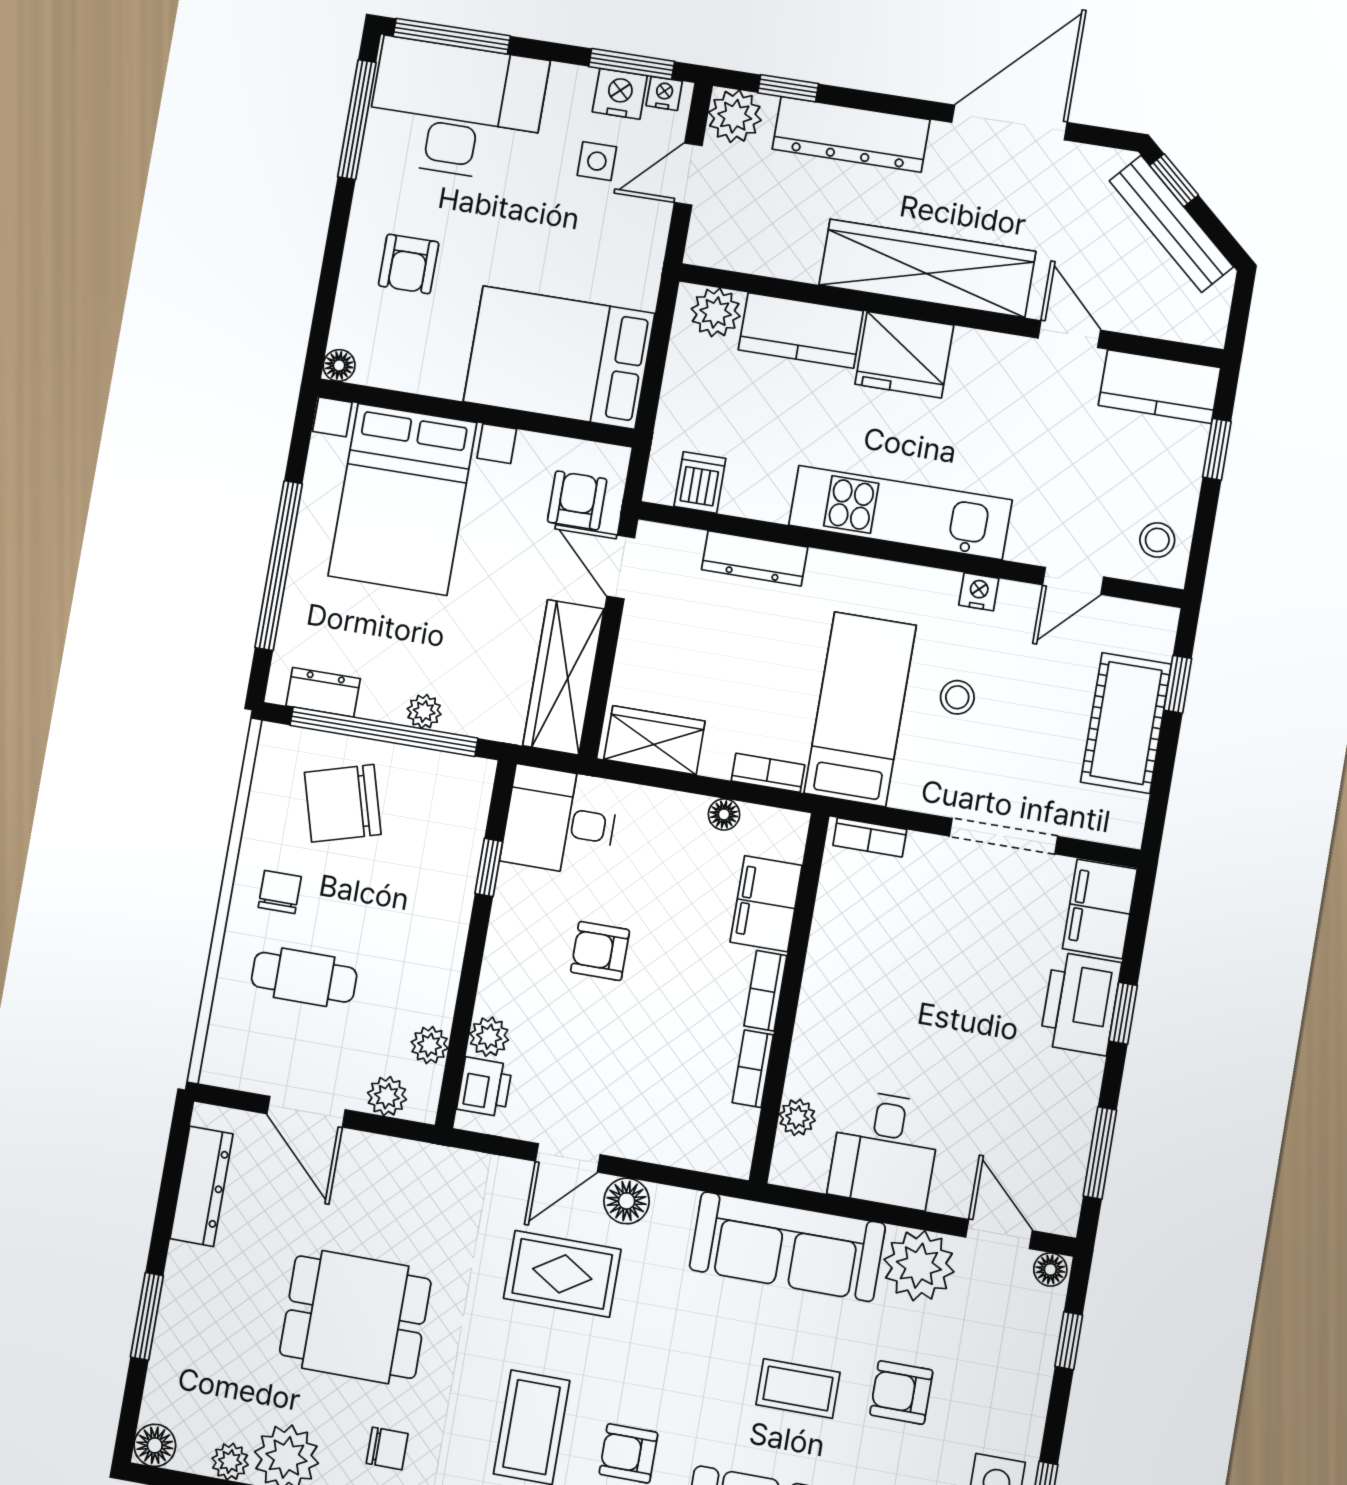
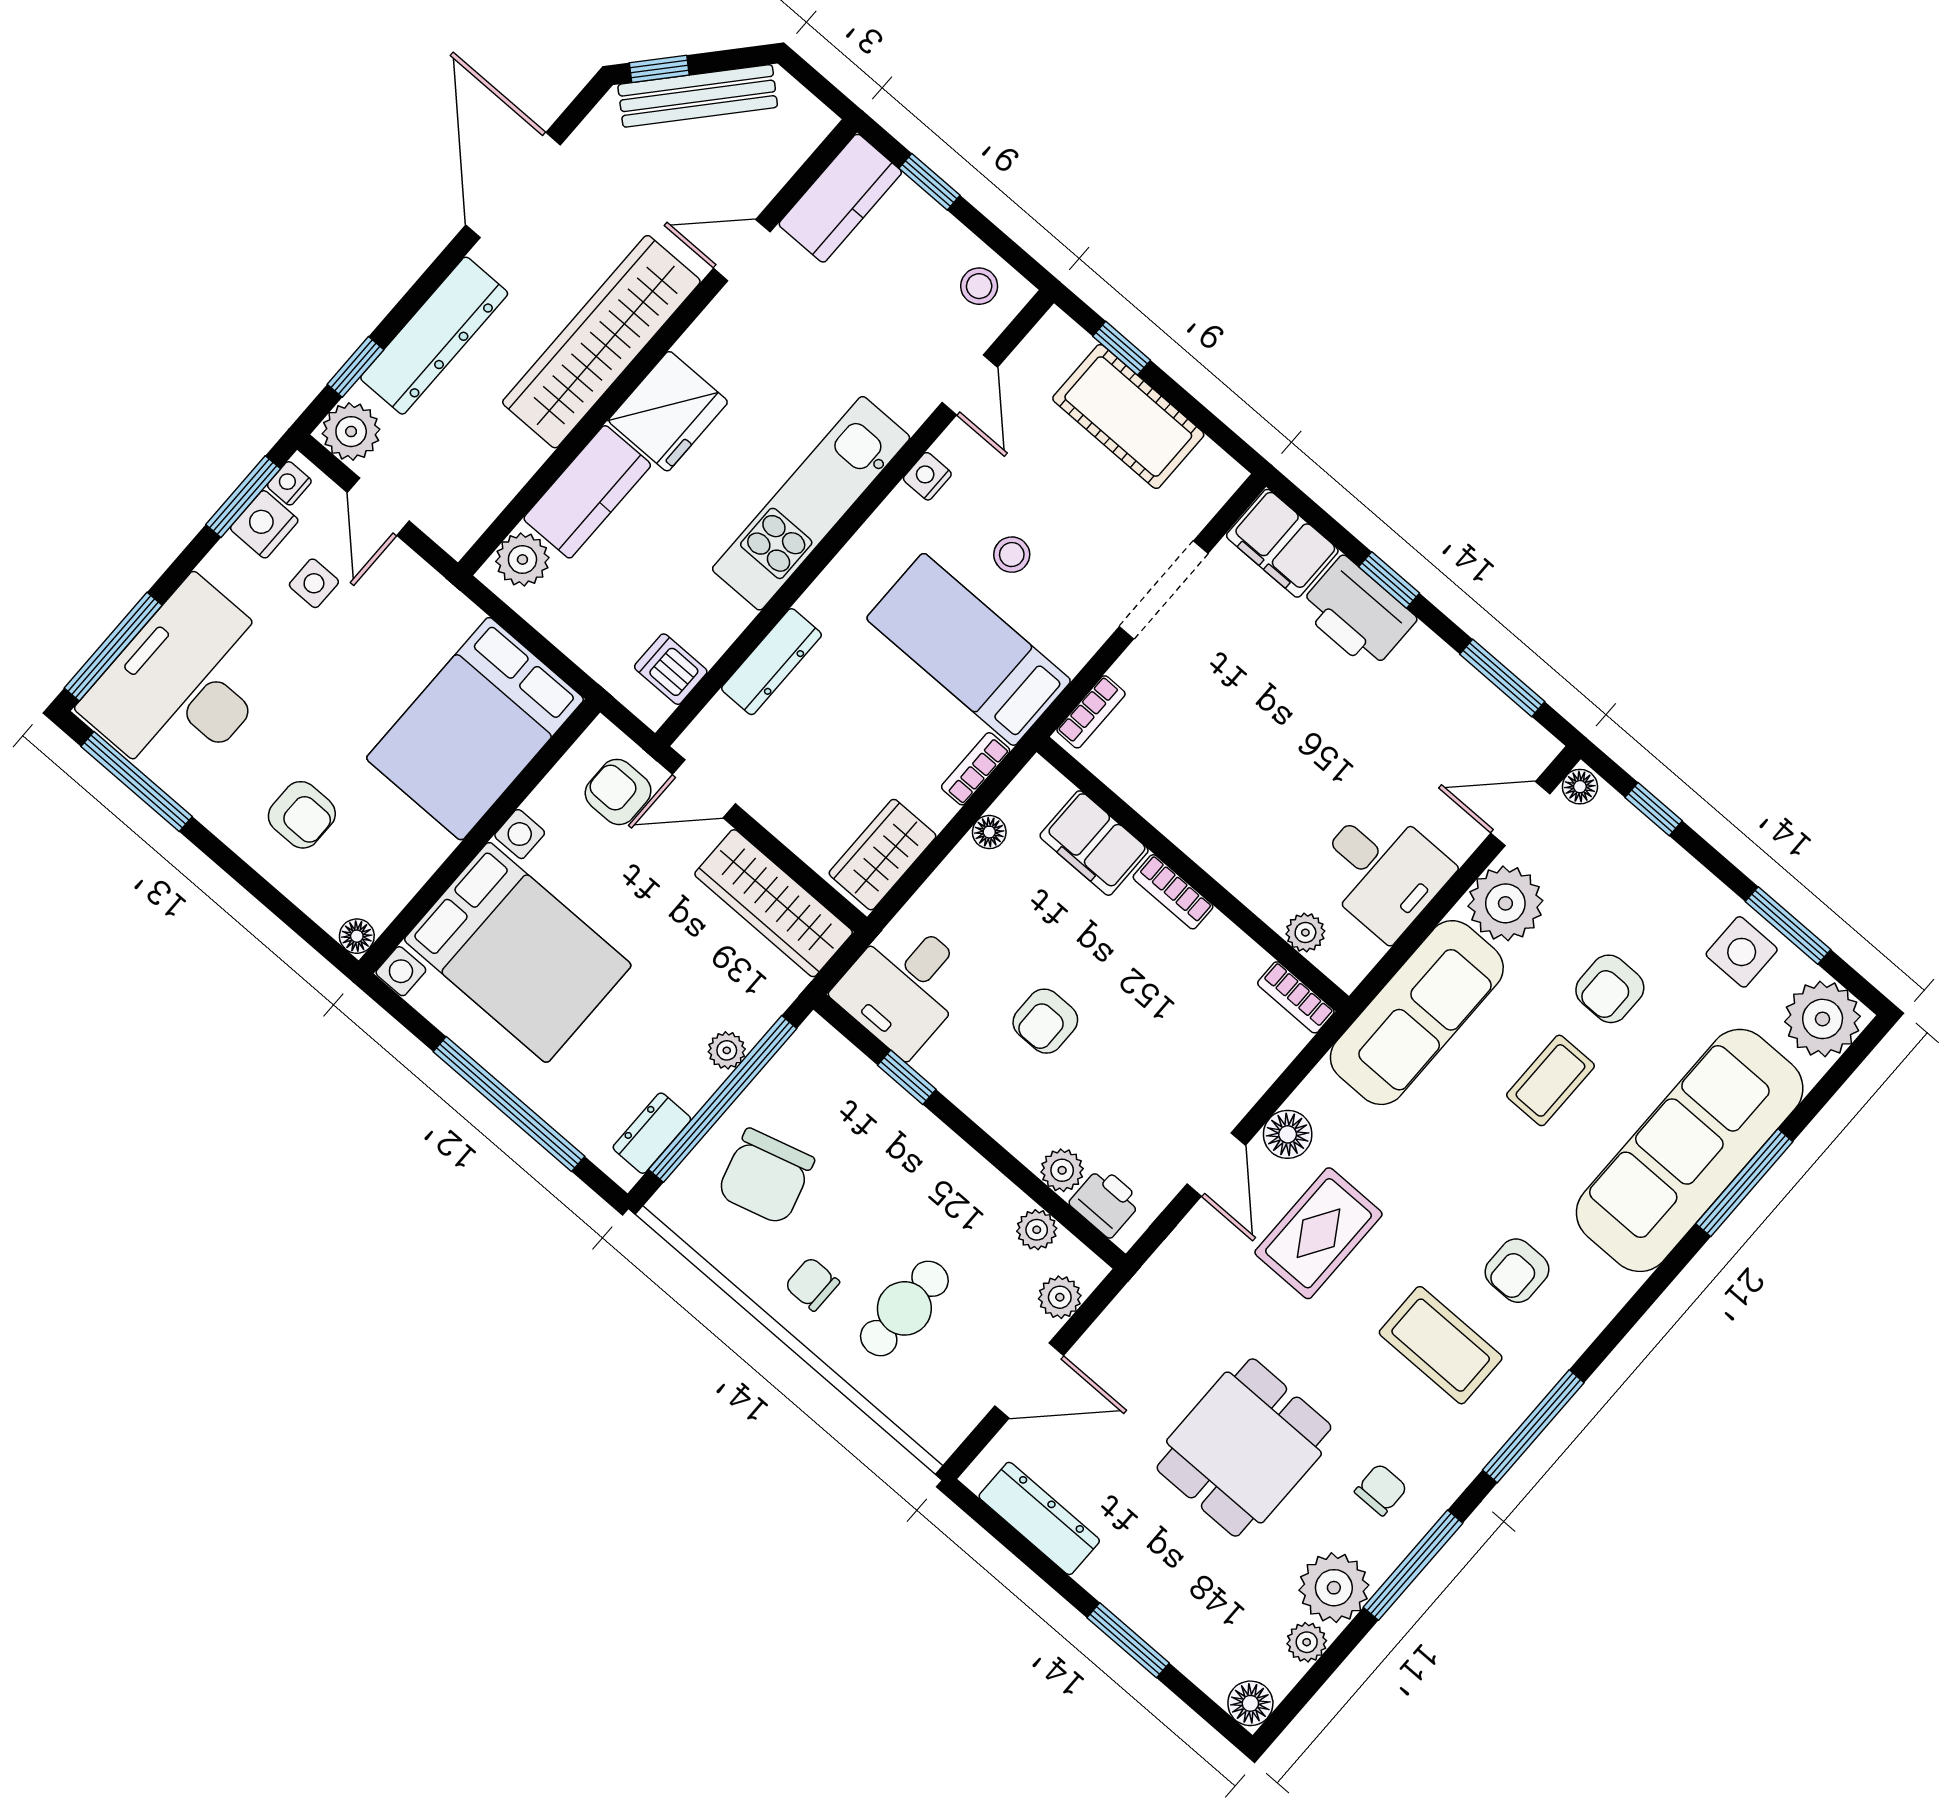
bookcase: (753, 1069) -> (1296, 997), moved

